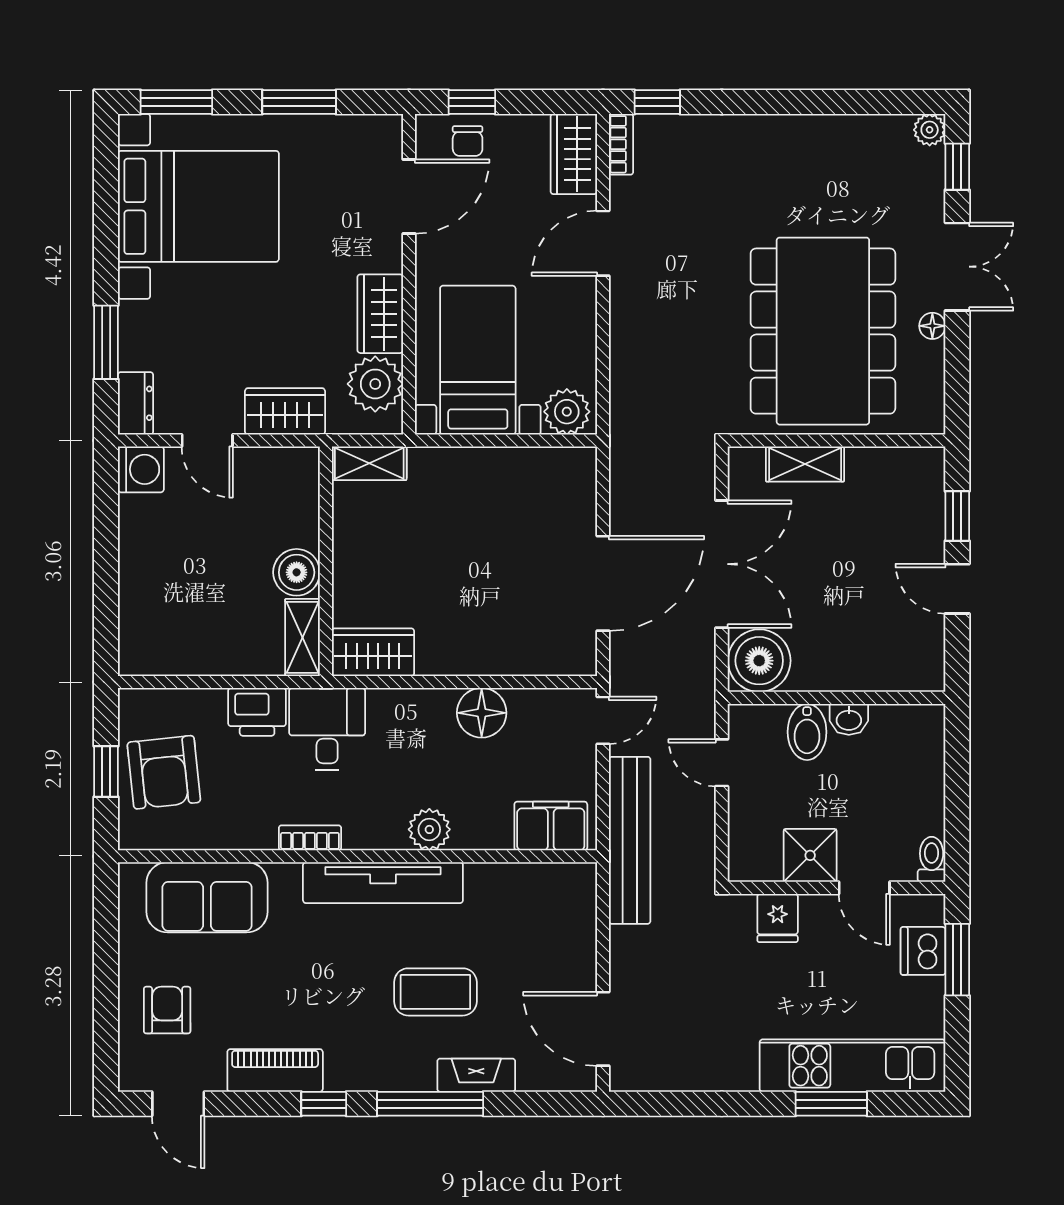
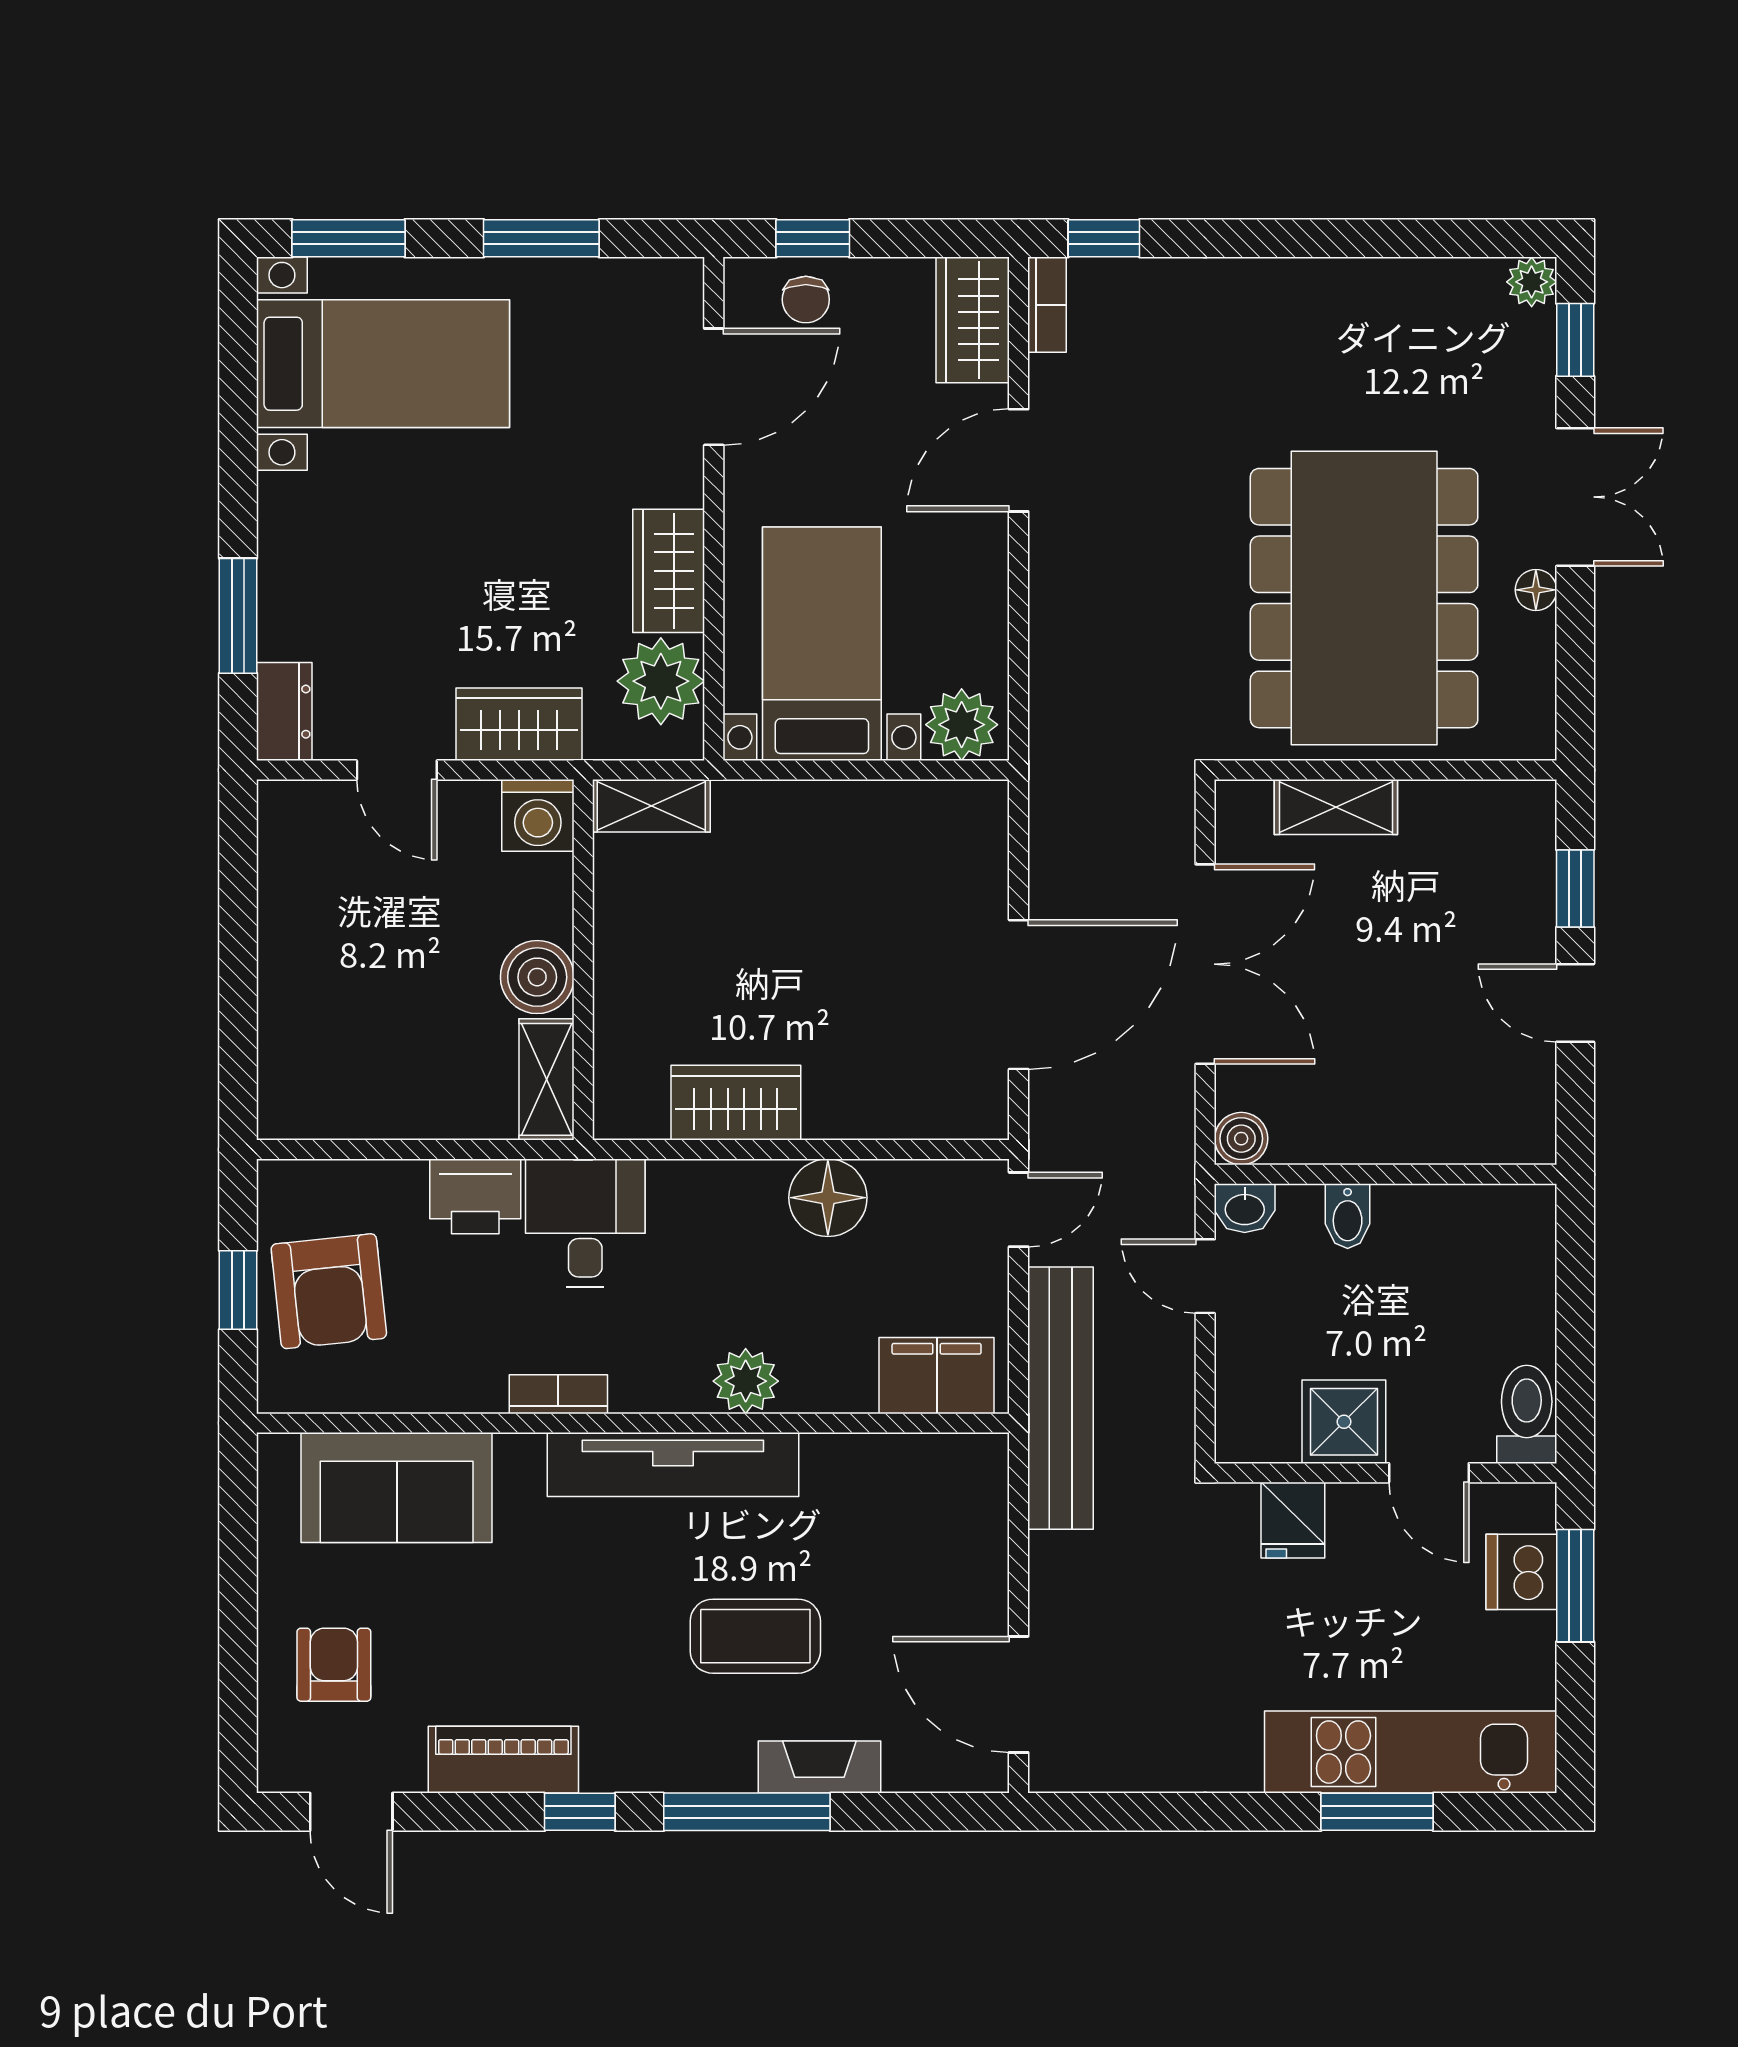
bed with nightstands: (198, 206) -> (383, 364), width x0.73
washing machine: (141, 469) -> (538, 815), moved, turned 90
wardrobe: (373, 652) -> (736, 1103), moved
boiler: (759, 661) -> (1241, 1139), width x0.54, depth x0.54
washbasin: (849, 719) -> (1245, 1208), moved
bidet: (807, 732) -> (1348, 1216), width x0.72, depth x0.74
toilet: (932, 859) -> (1527, 1414), width x1.37, depth x1.39

